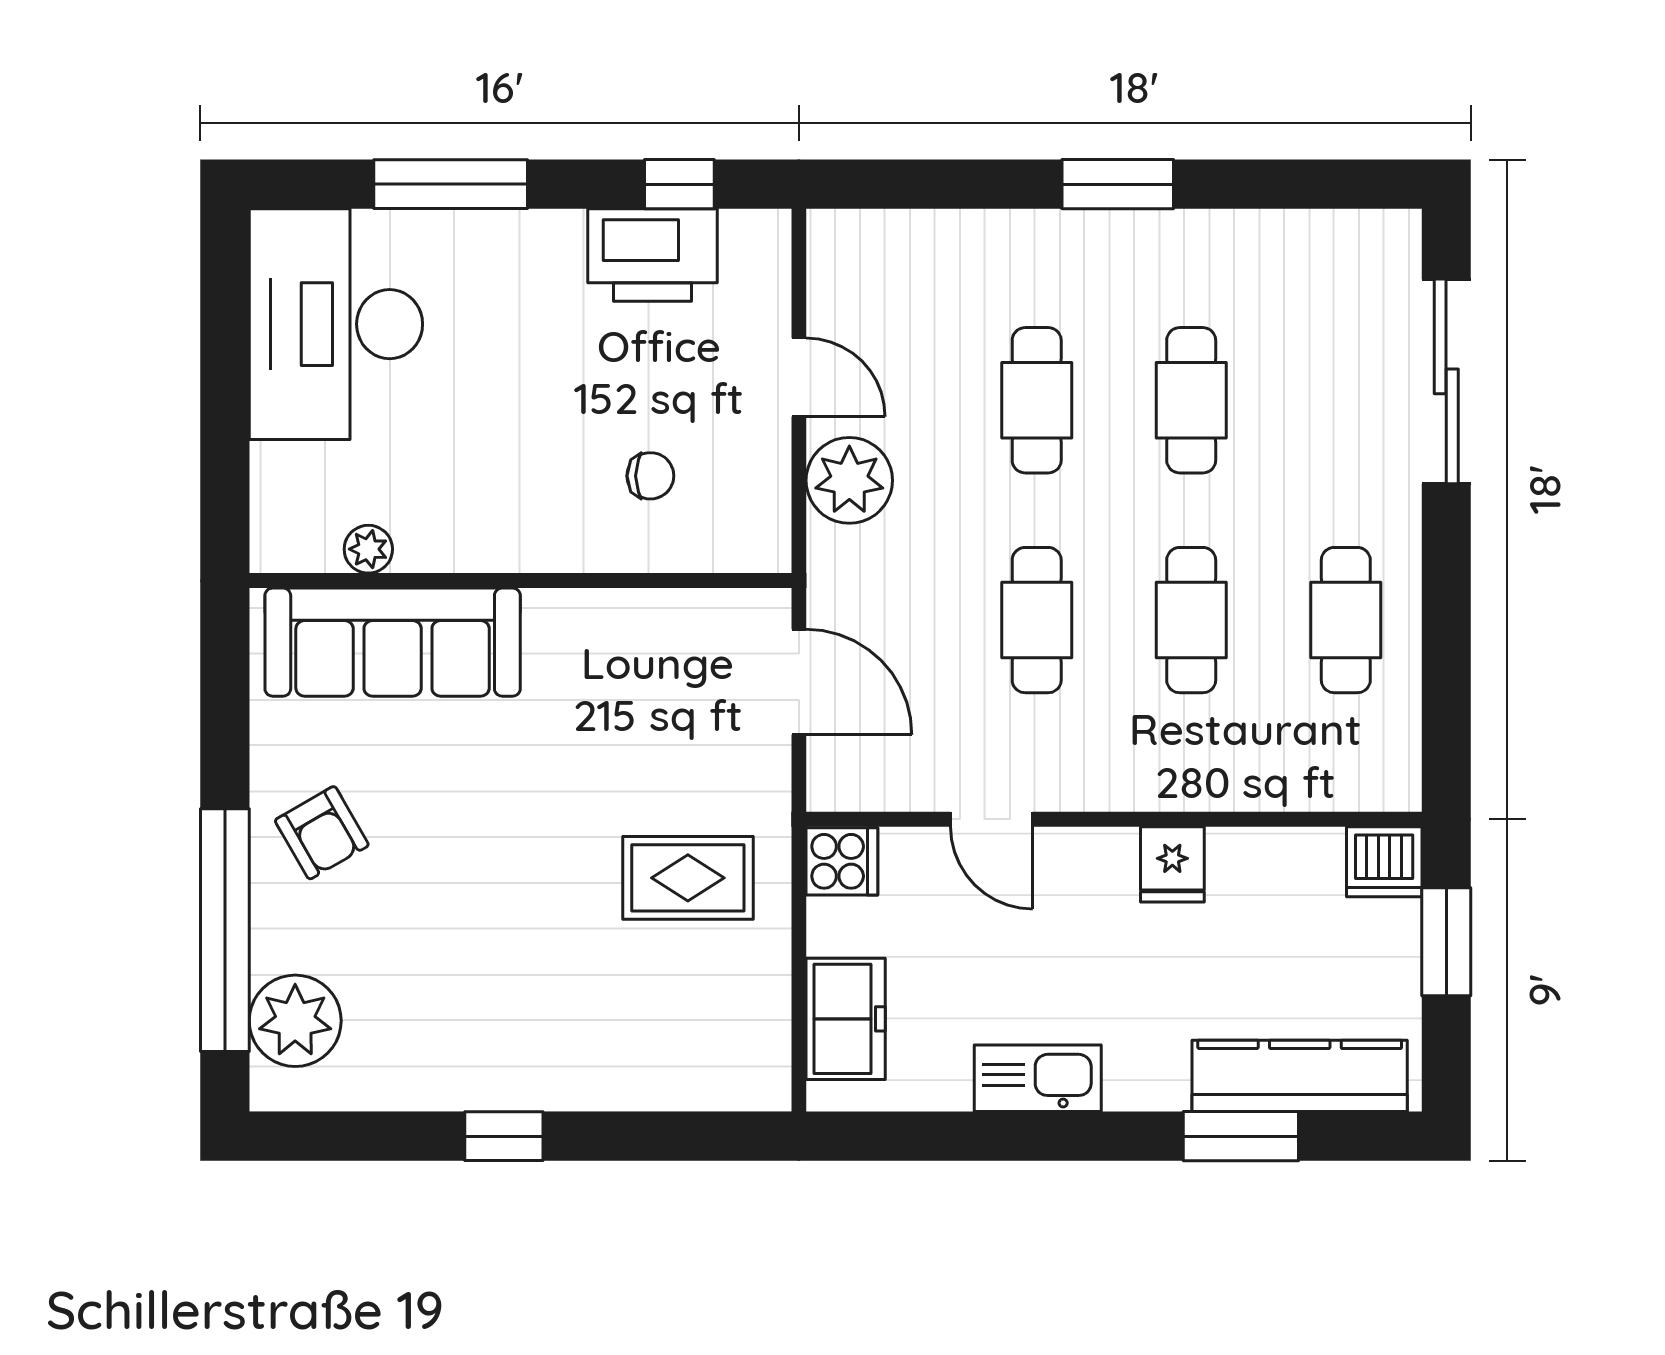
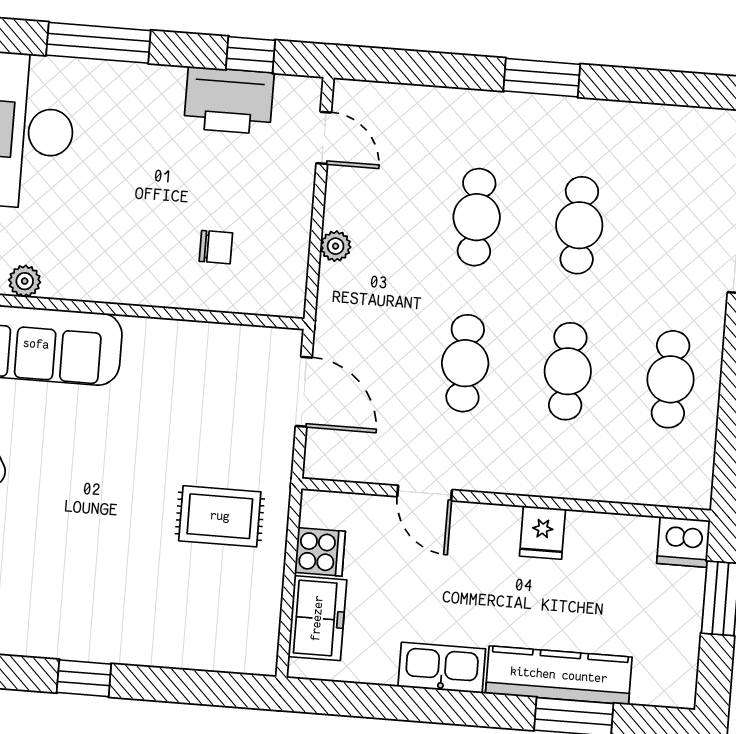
door: (799, 377) -> (324, 138), moved
plant: (849, 480) -> (336, 246), width x0.53, depth x0.53
cooker: (842, 861) -> (320, 552), moved
kitchen counter: (1300, 1076) -> (559, 675), moved

